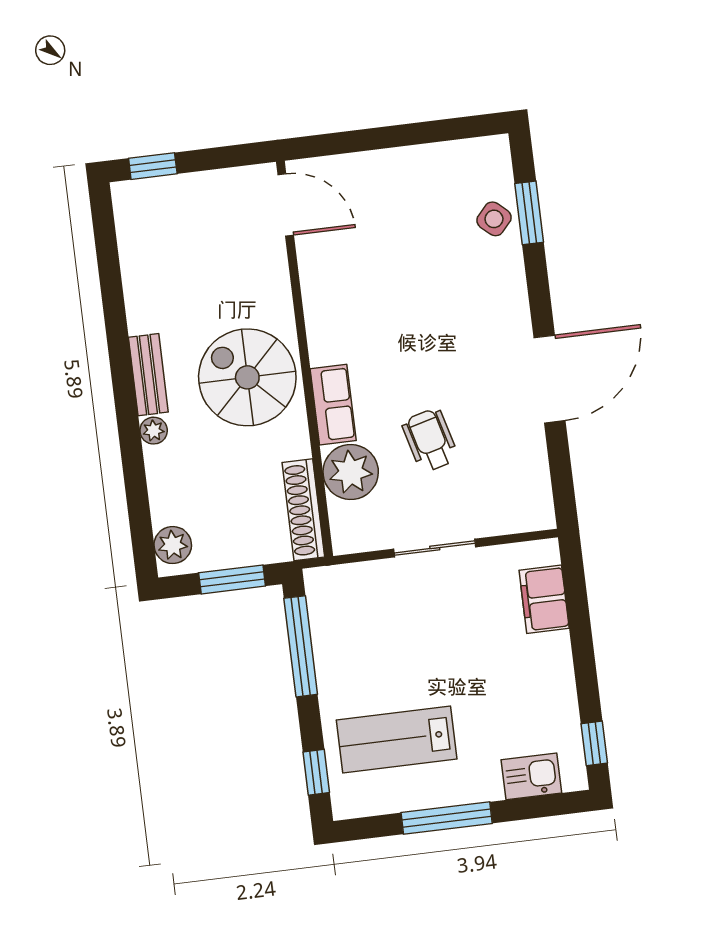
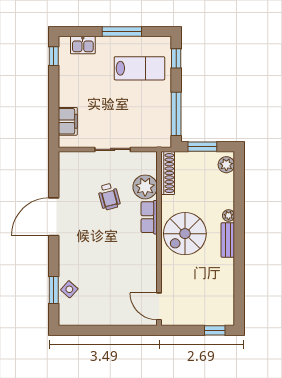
spiral stairs: (247, 377) -> (185, 234), turned 90

